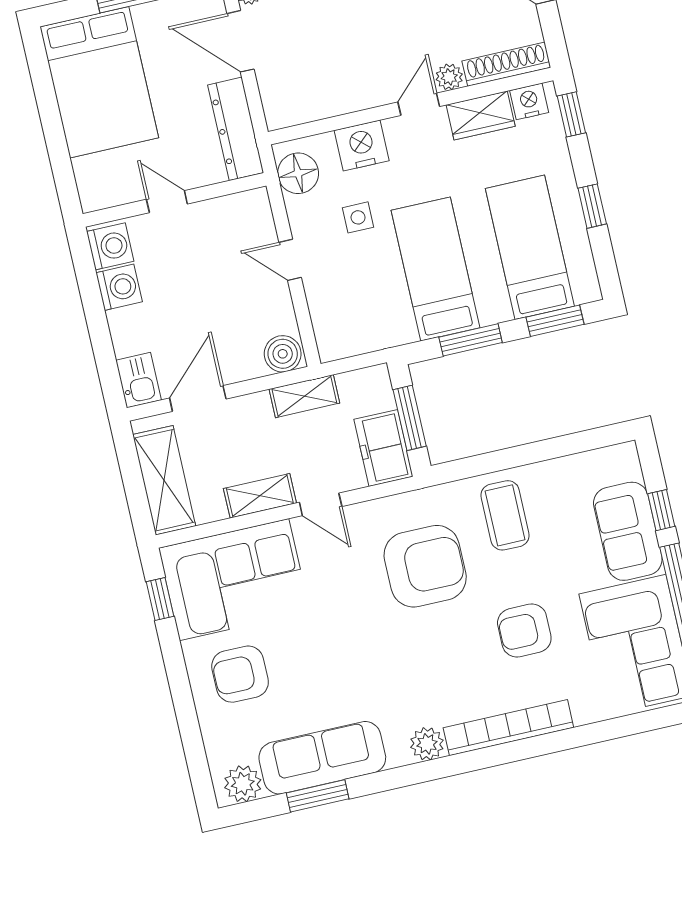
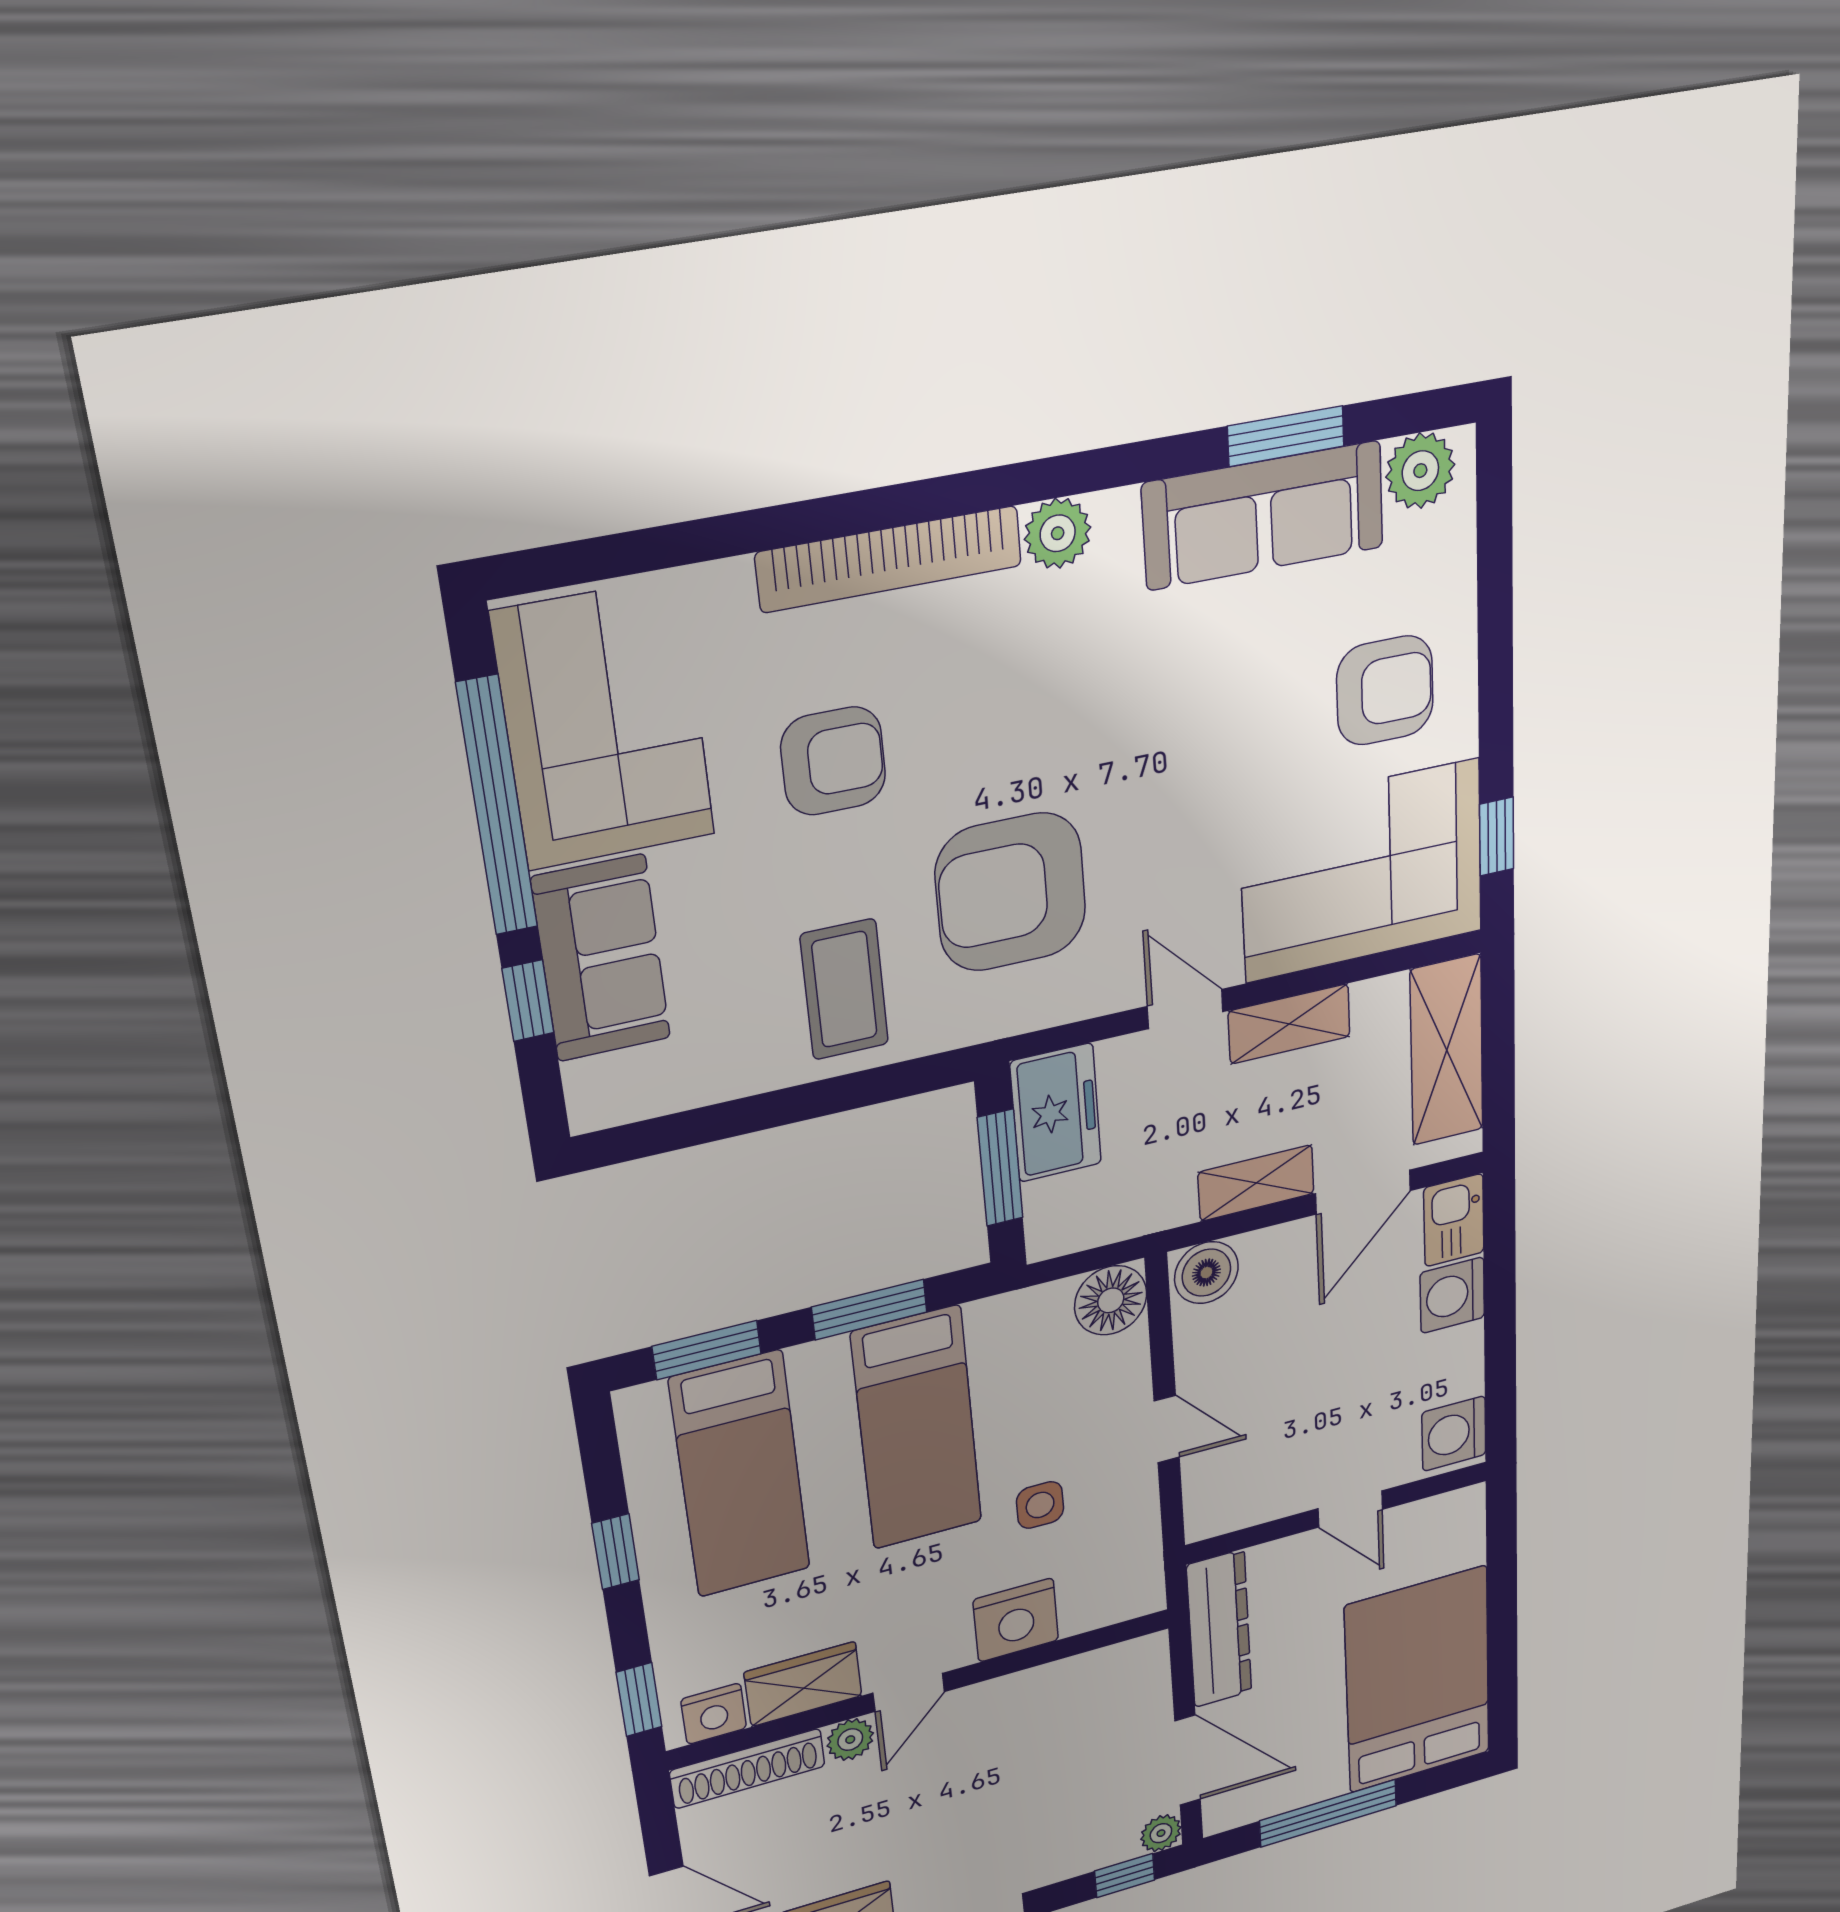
floor lamp: (298, 173) -> (1111, 1300), moved
washing machine: (119, 287) -> (1452, 1295), moved
shelving: (304, 396) -> (1256, 1183), moved

